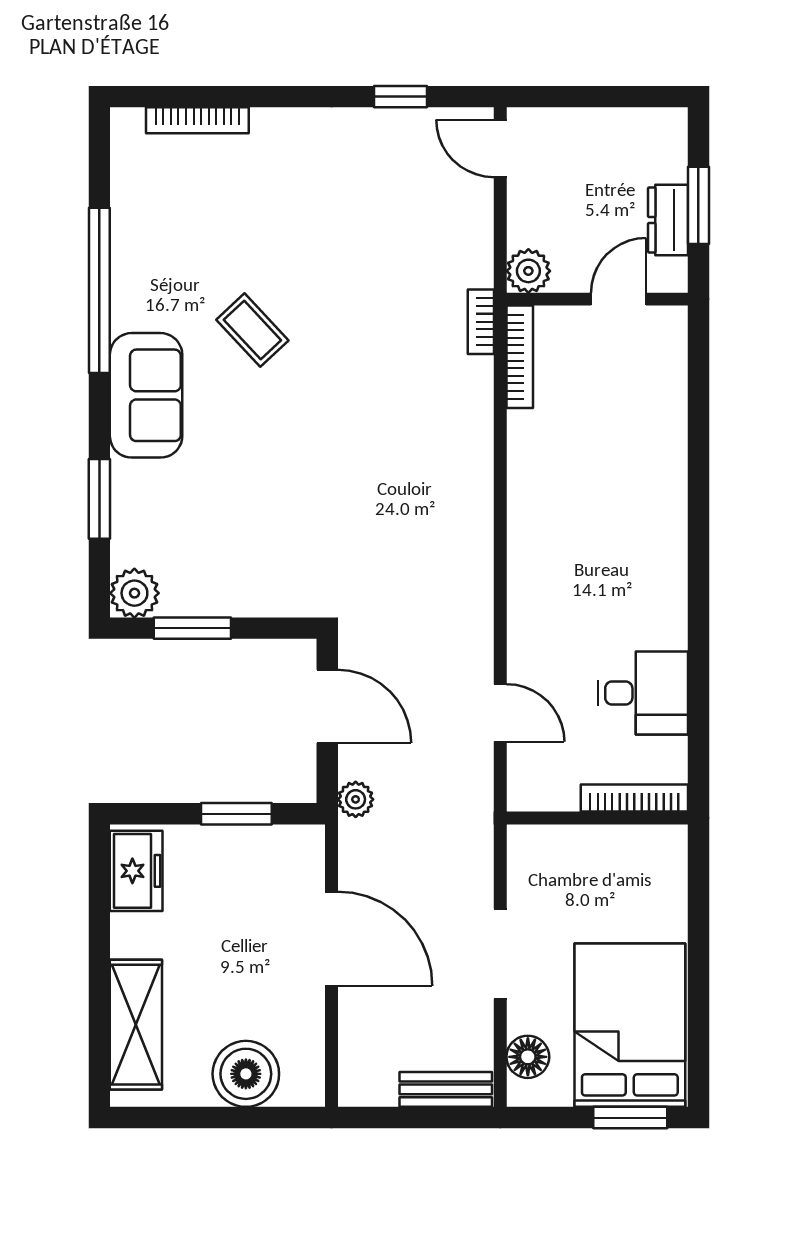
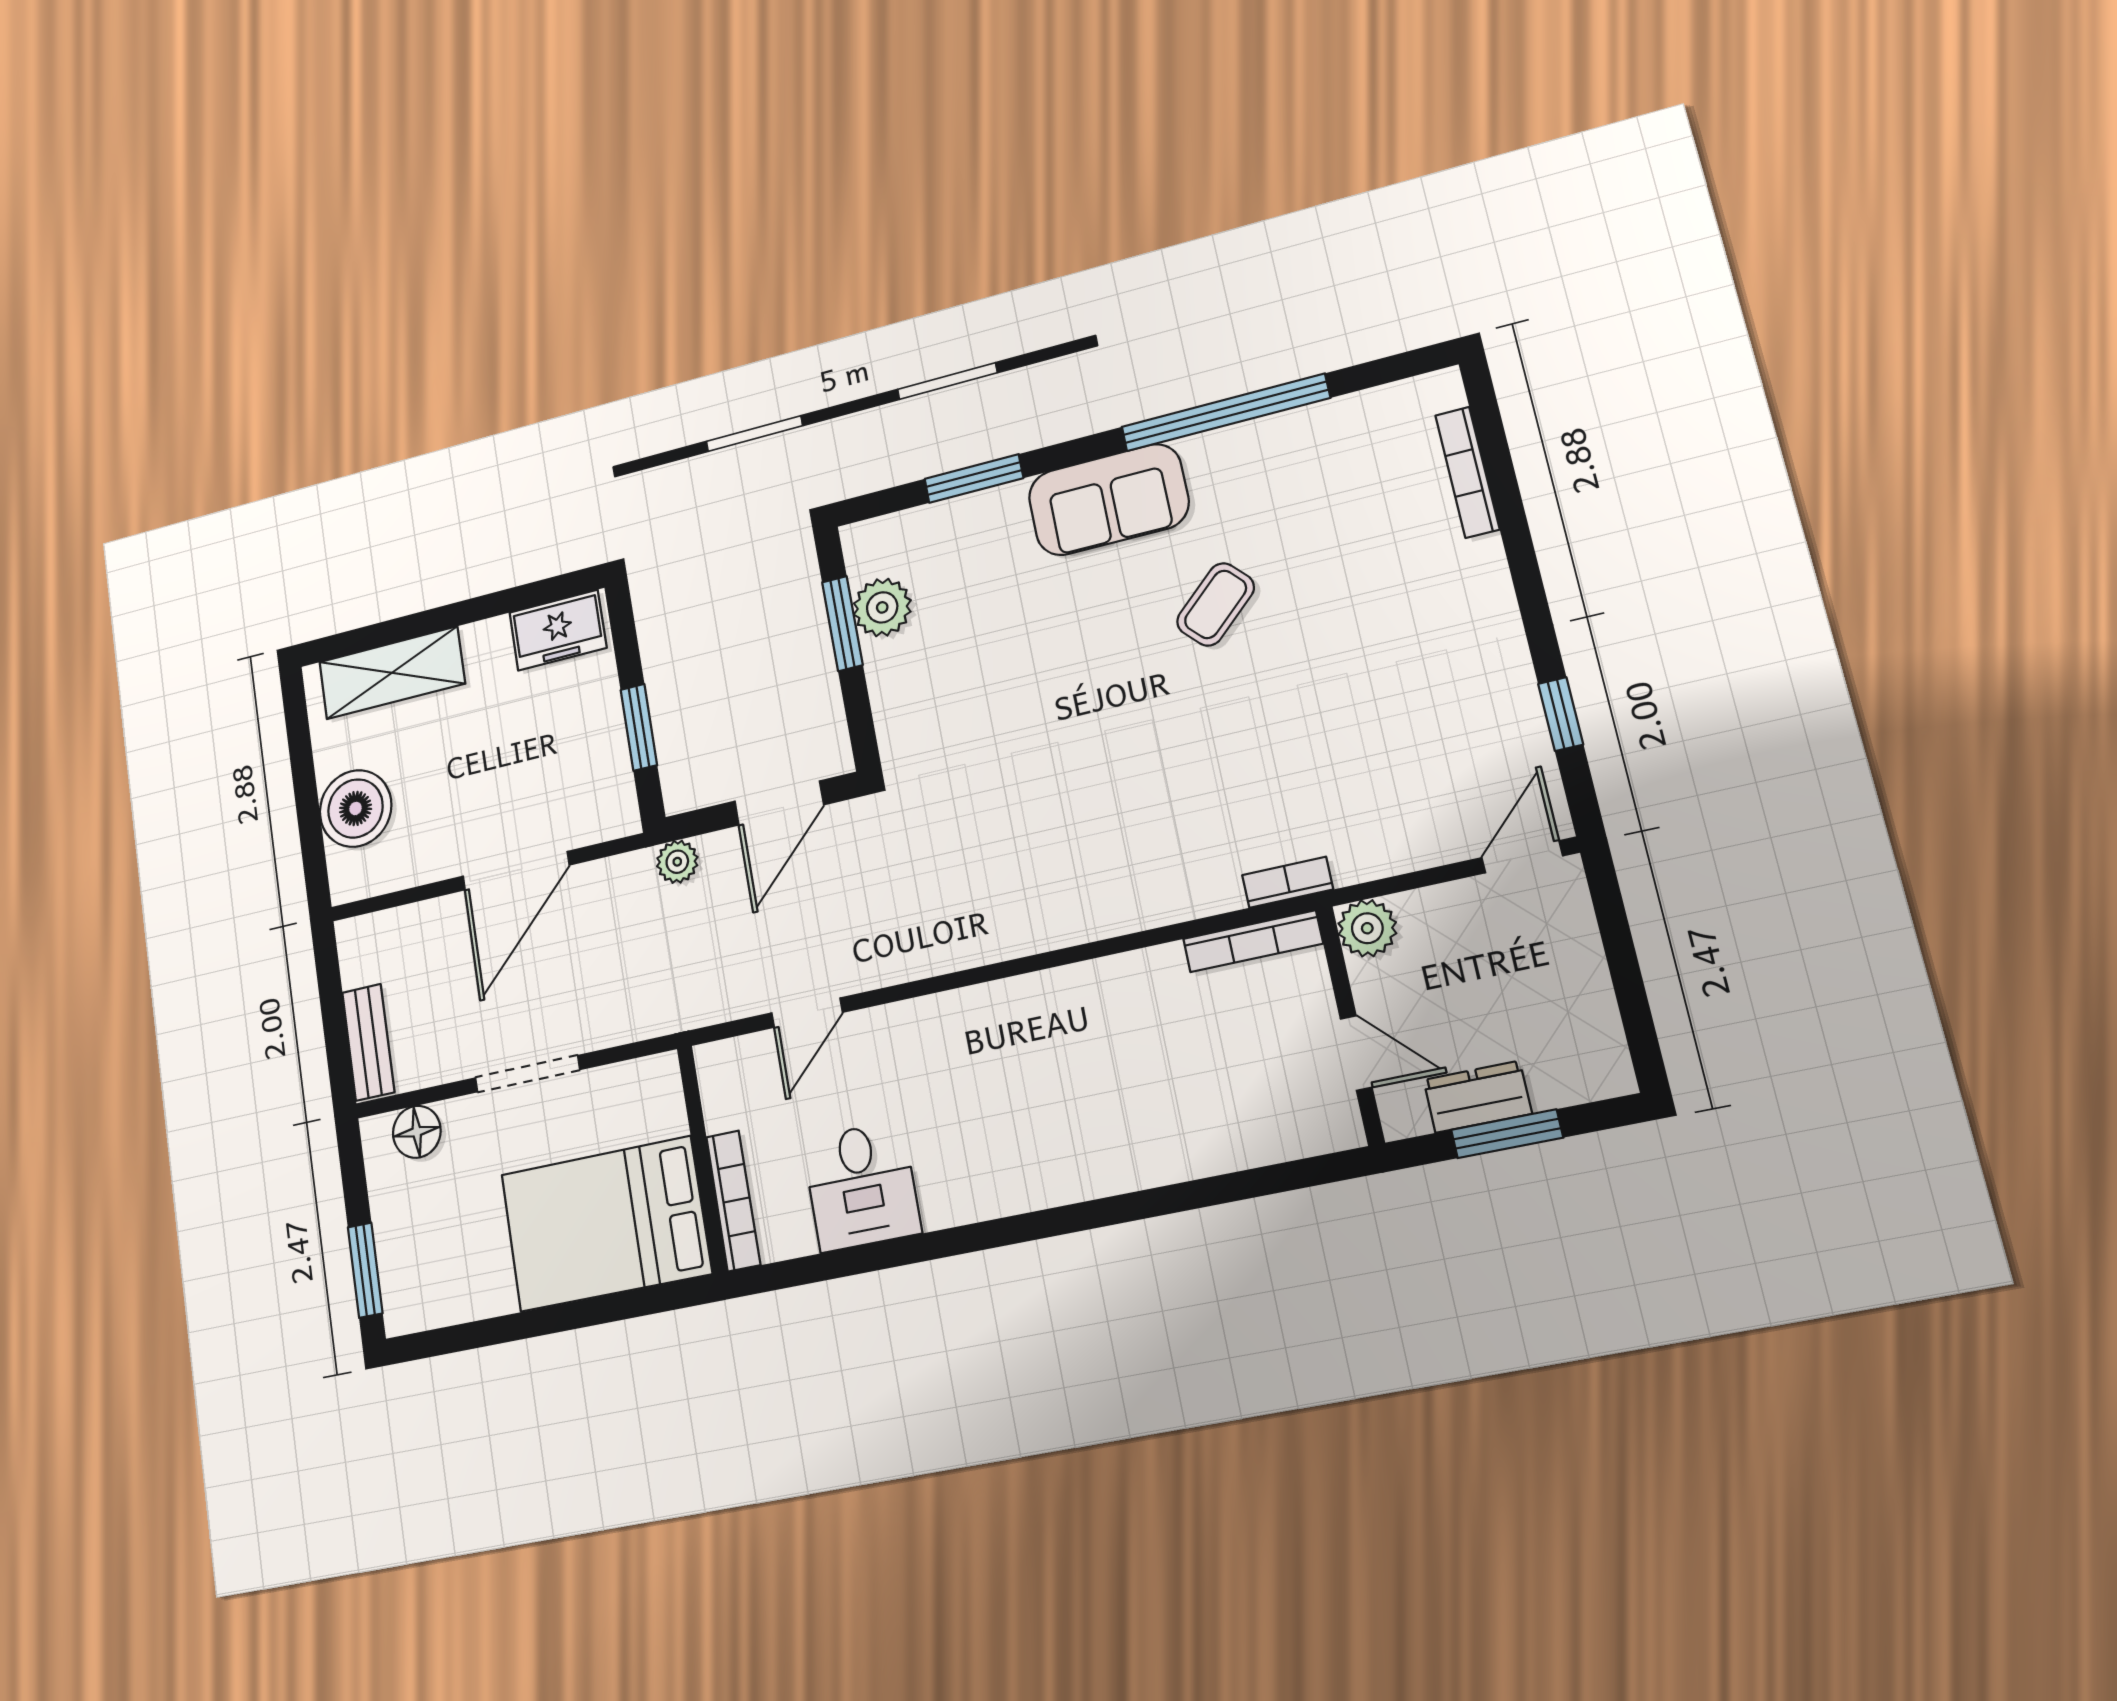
plant: (134, 593) -> (882, 607), moved
bed: (630, 1025) -> (606, 1224), moved, turned 180

